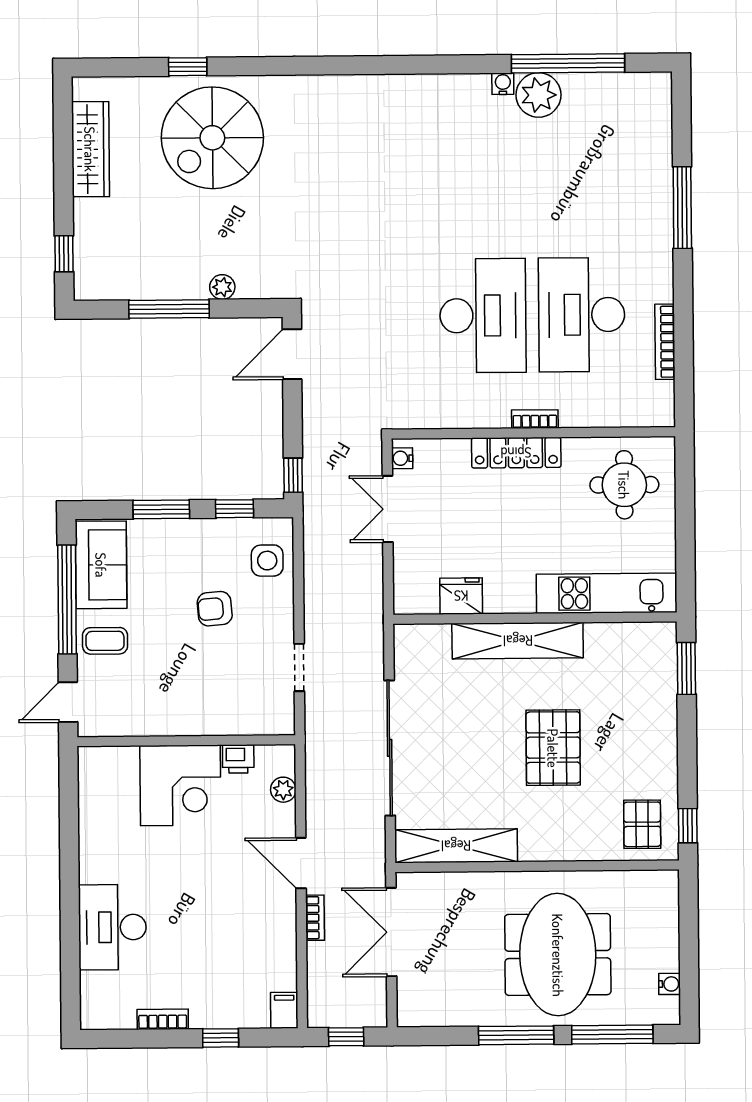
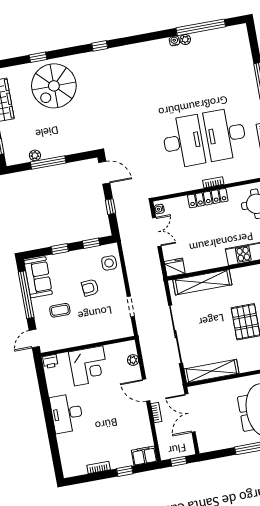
window: (332, 65) -> (100, 46), added
plant: (539, 95) -> (185, 39), width x0.53, depth x0.53
plant: (222, 287) -> (35, 155), moved
door: (292, 354) -> (104, 173), swing flipped
window: (293, 475) -> (110, 207), moved
window: (161, 509) -> (60, 249), width x0.67
double door: (388, 509) -> (157, 232), swing flipped
fridge: (461, 596) -> (175, 267), moved
coffee table: (105, 641) -> (60, 310), moved
shelving: (518, 641) -> (202, 282), moved
printer: (238, 759) -> (50, 361), moved
desk: (112, 927) -> (67, 413), moved
filing cabinet: (284, 1010) -> (144, 456), width x2.00

